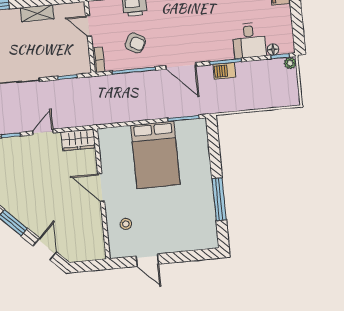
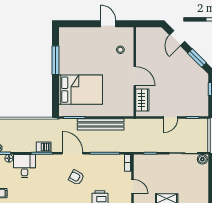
armchair: (135, 43) -> (76, 177), moved
bench: (144, 112) -> (101, 124), added
wardrobe: (78, 140) -> (142, 100), moved, turned 90
bed: (155, 155) -> (81, 90), moved, turned 90

